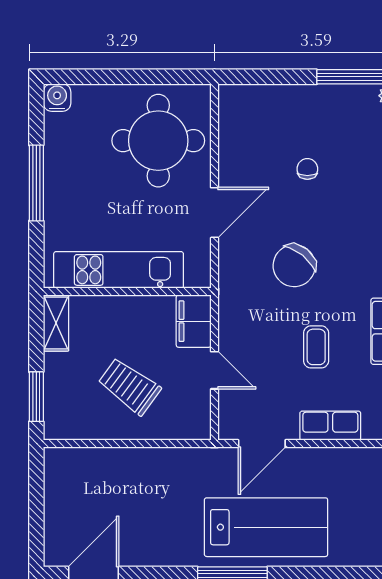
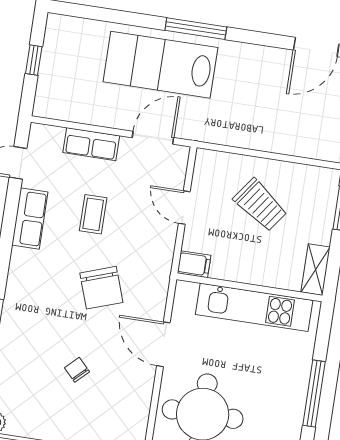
chair: (307, 169) -> (77, 370), turned 136
door: (214, 213) -> (163, 344), hinge flipped
chair: (294, 266) -> (101, 288), turned 122
filing cabinet: (194, 321) -> (194, 264), width x0.50

